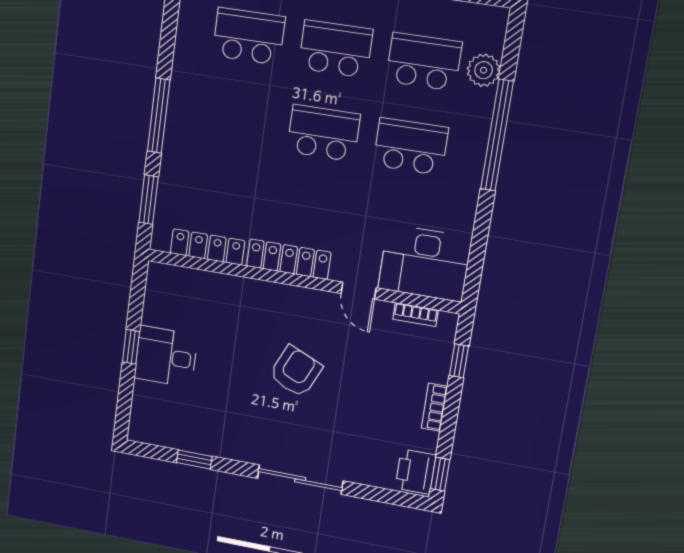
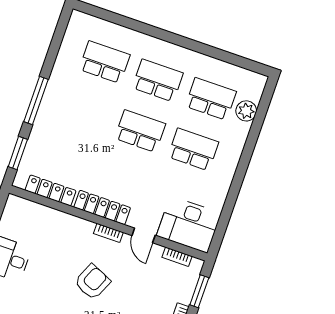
window: (497, 135) -> (248, 152), removed
bookcase: (305, 296) -> (108, 233), added
window: (459, 361) -> (199, 291), width x1.50

